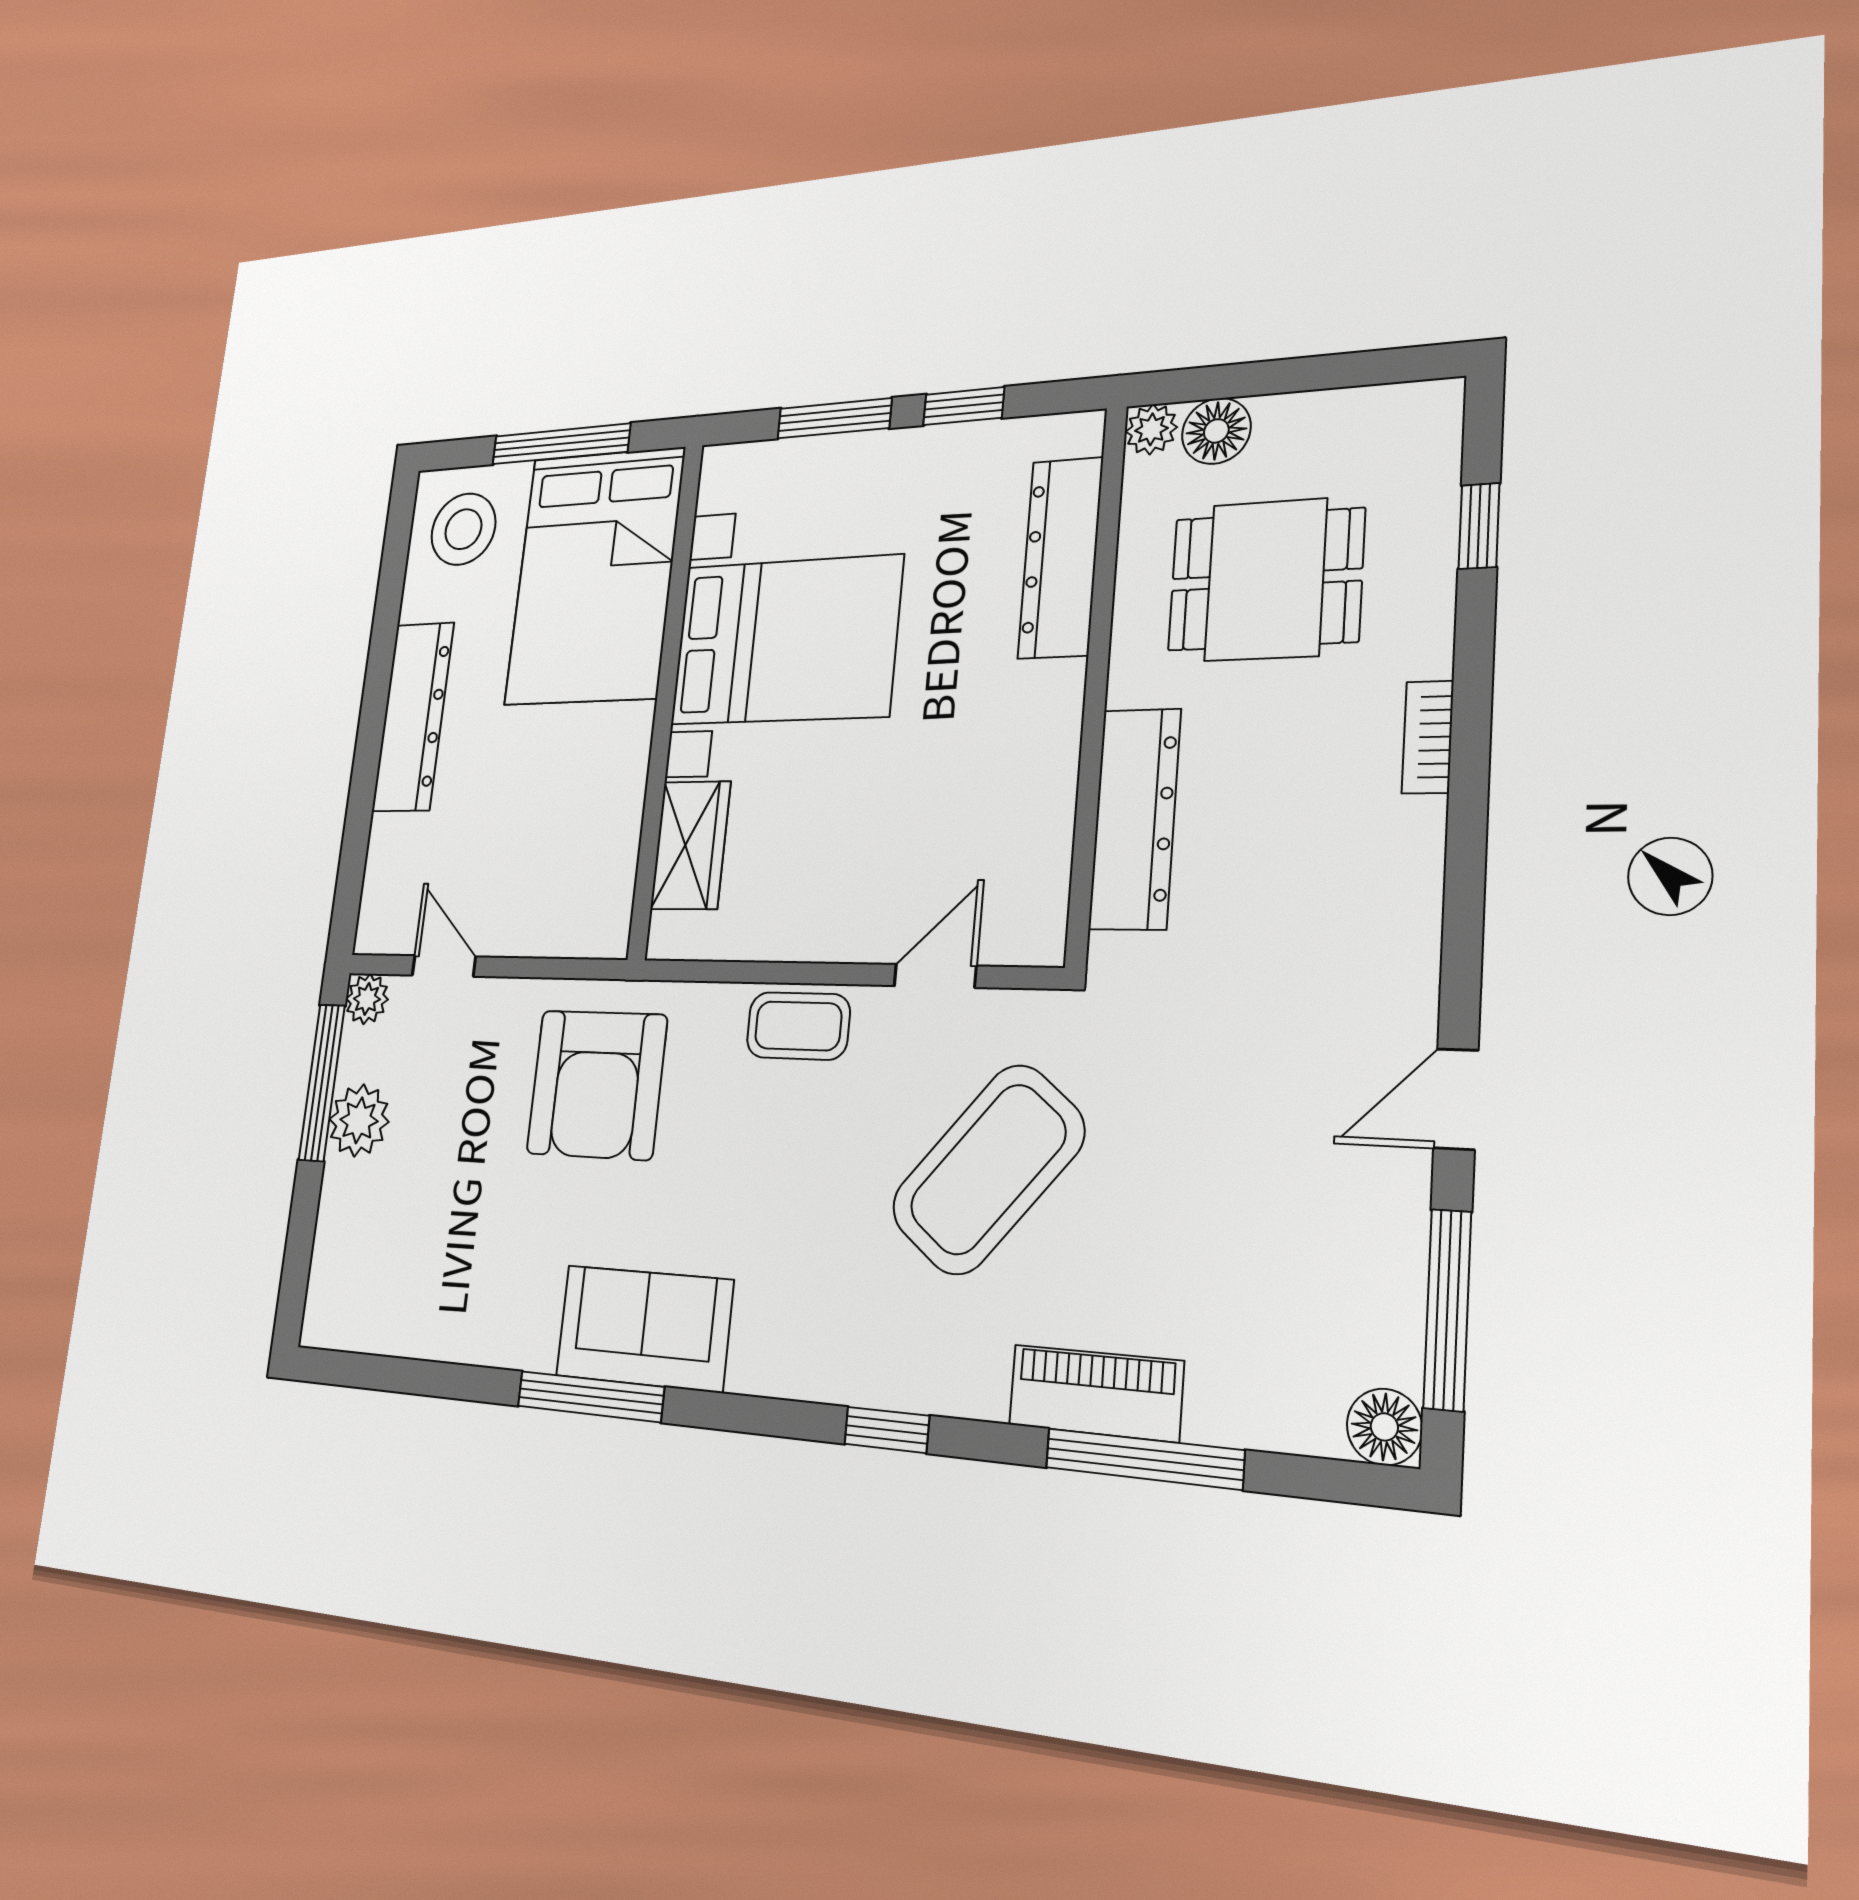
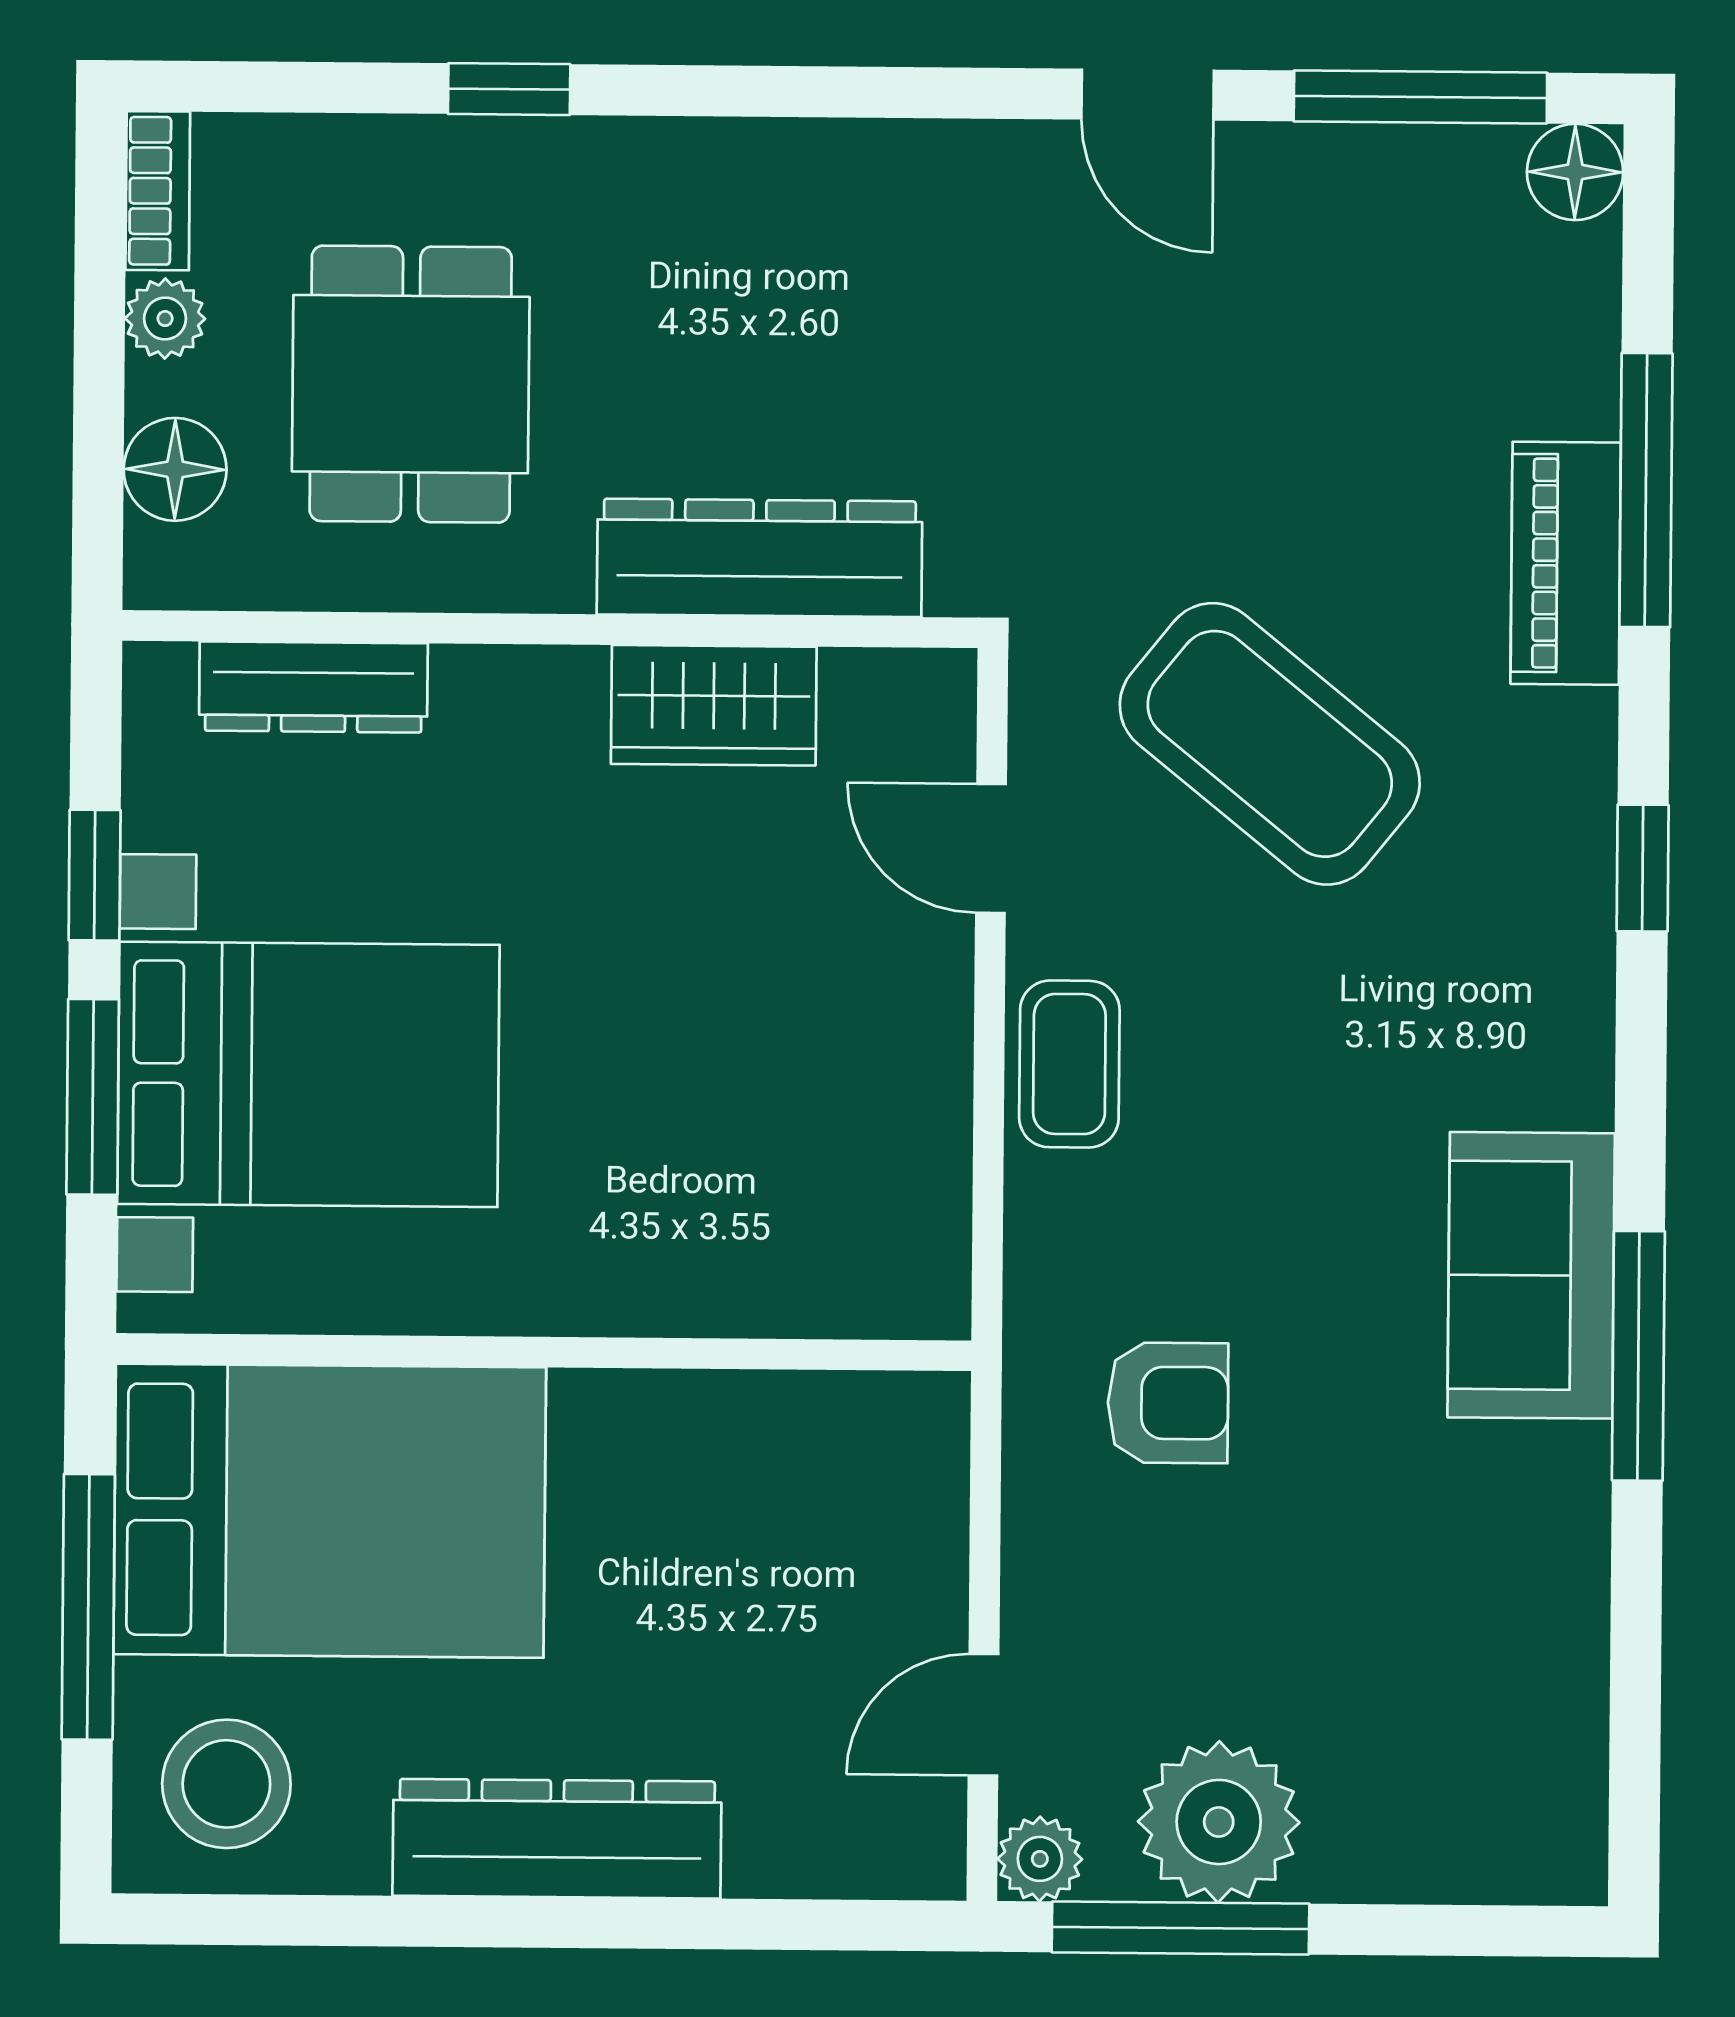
plant: (1151, 429) -> (165, 319), moved
window: (1479, 526) -> (509, 89), moved
dresser: (1061, 558) -> (313, 687), width x0.73, depth x0.80
bed with nightstands: (786, 640) -> (308, 1074), moved, turned 90
bookcase: (1428, 737) -> (158, 191), moved, turned -90
wardrobe: (690, 845) -> (714, 705), moved, turned 180
armchair: (597, 1084) -> (1168, 1403), width x0.53, depth x0.53
plant: (359, 1120) -> (1219, 1822), width x1.36, depth x1.36

